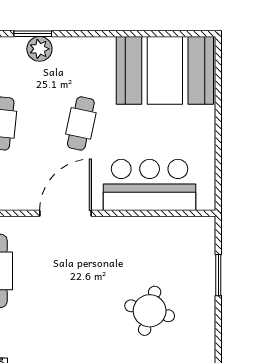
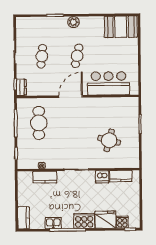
plant: (39, 49) -> (73, 22), moved
booth: (165, 70) -> (121, 27), width x0.73, depth x0.70

